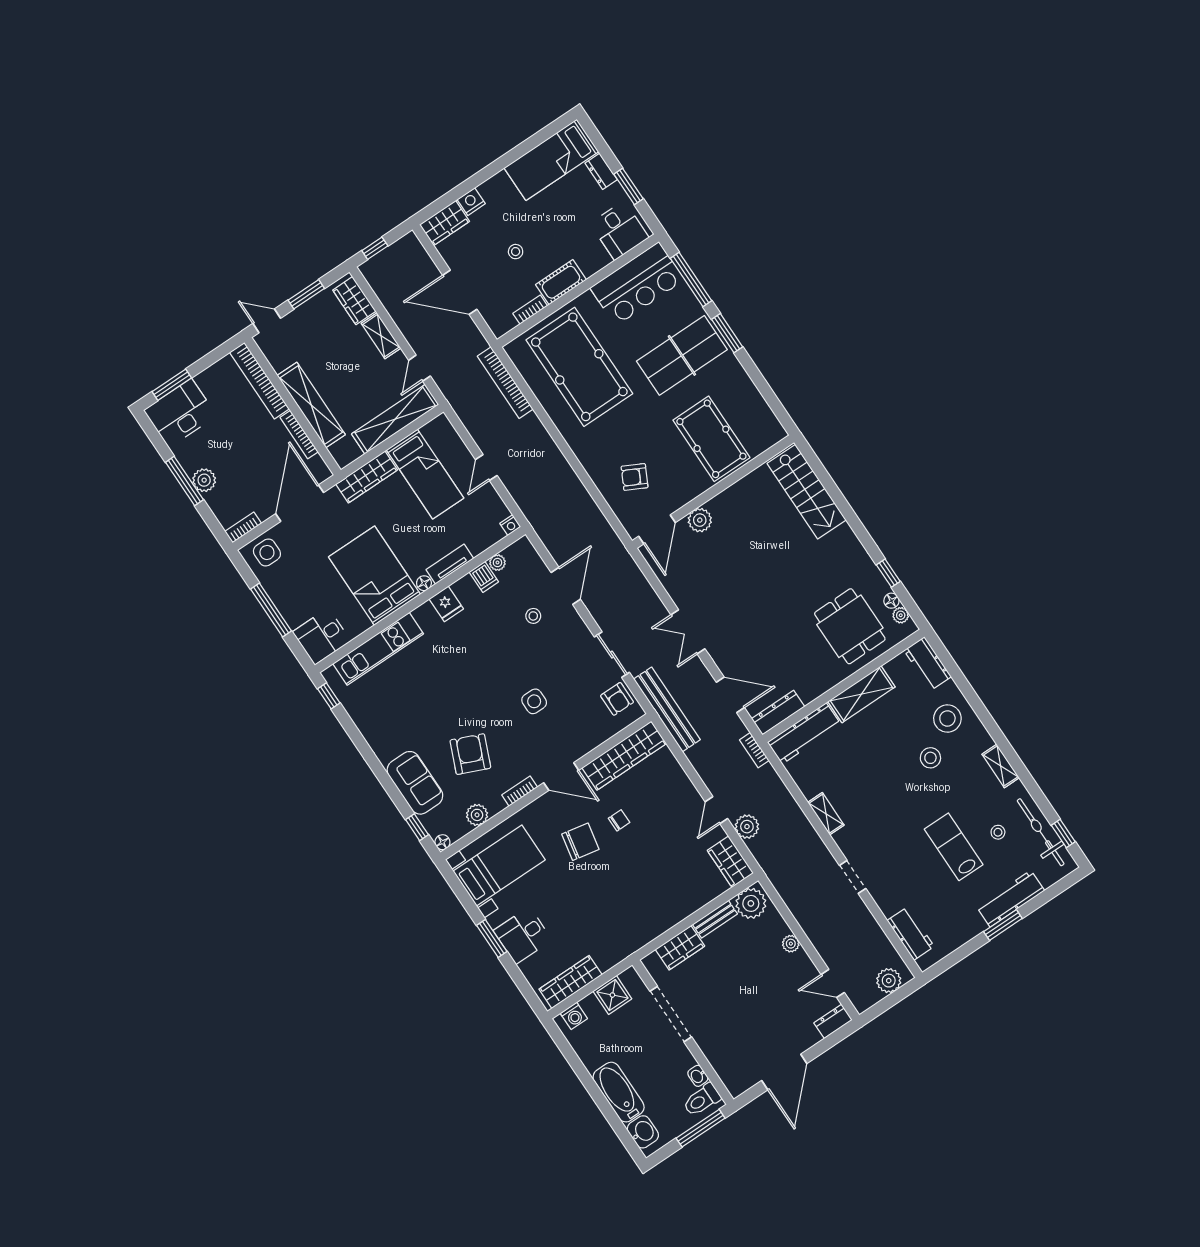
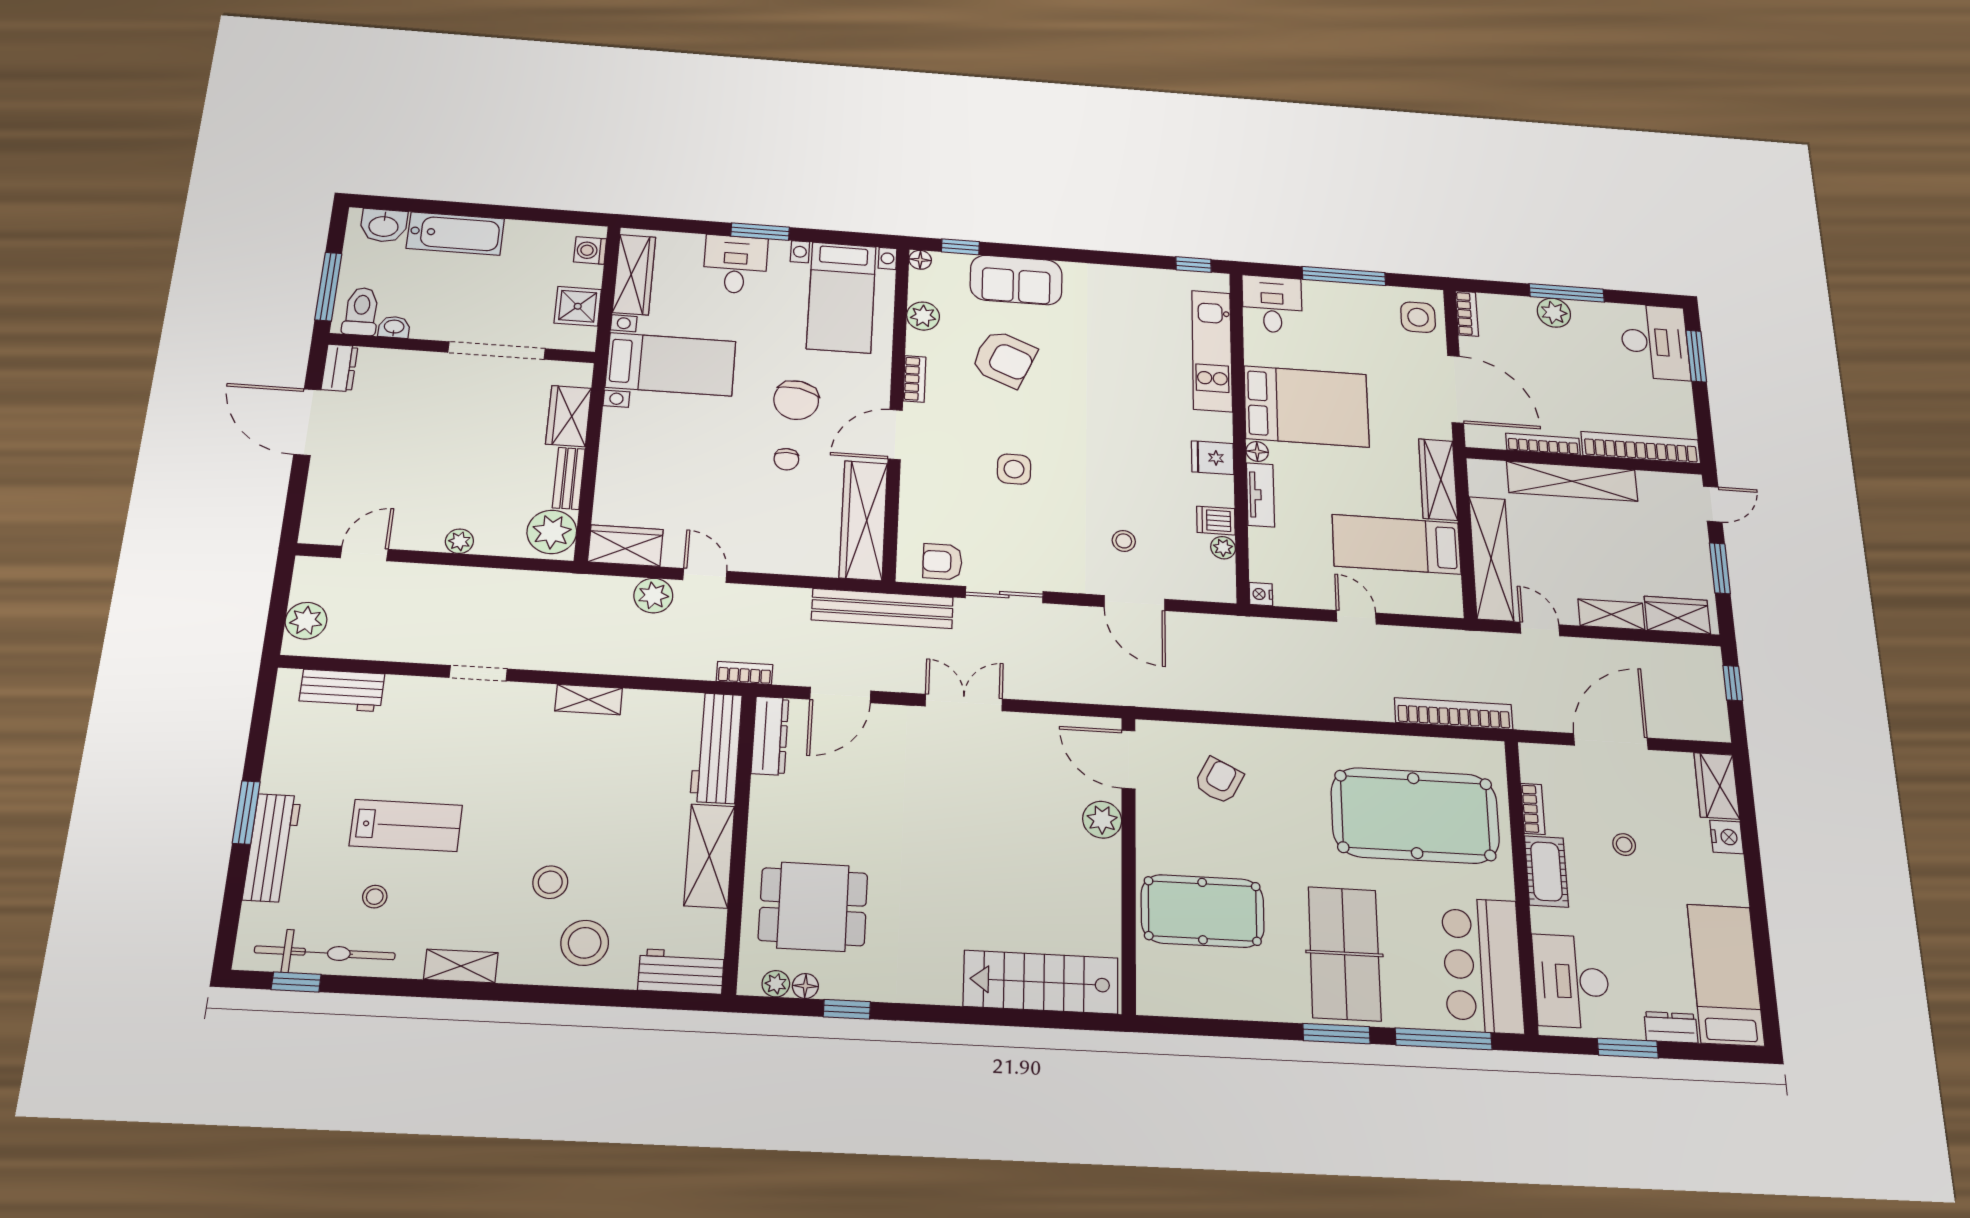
desk: (619, 230) -> (1571, 981), width x1.37
bed with nightstands: (609, 921) -> (671, 364), added
dresser: (833, 1021) -> (340, 368), moved

